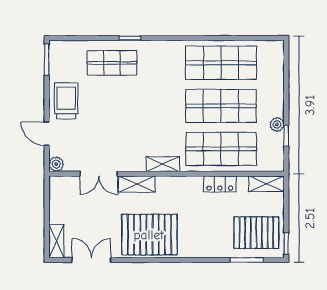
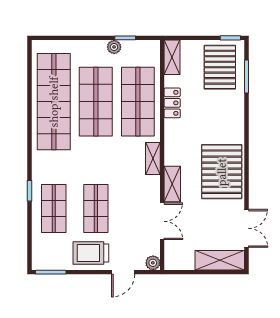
shop shelf: (221, 63) -> (54, 102), width x1.40
shop shelf: (112, 106) -> (96, 208), added
shelving: (56, 241) -> (220, 260), width x1.50, depth x1.33
double door: (91, 260) -> (247, 228), swing flipped

